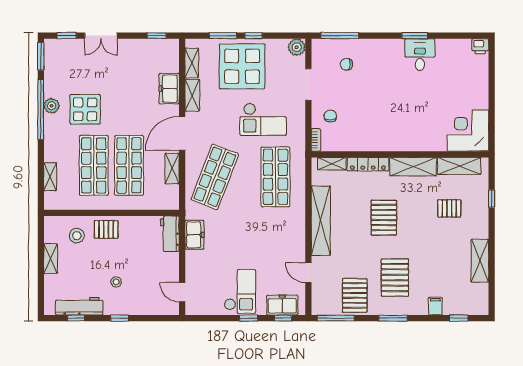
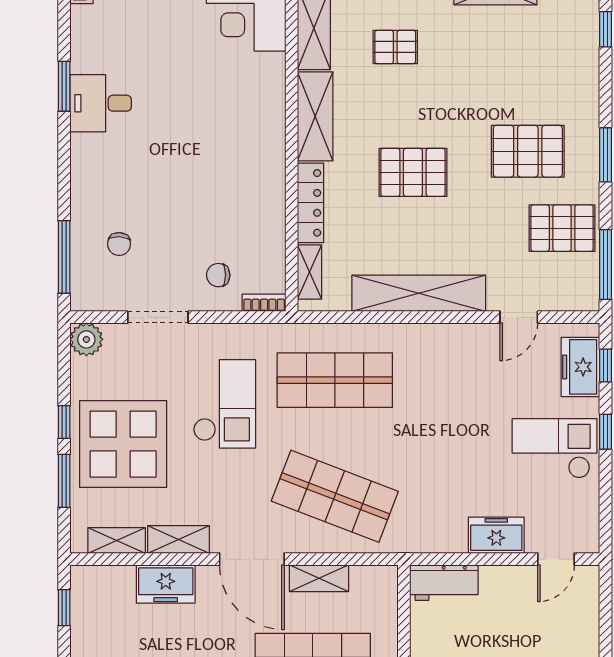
window: (415, 36) -> (64, 86), moved
pallet: (449, 208) -> (395, 47), turned 90
freezer: (194, 235) -> (496, 535), moved
filing cabinet: (435, 306) -> (582, 74), removed

